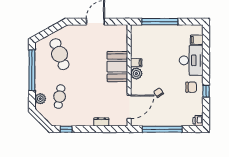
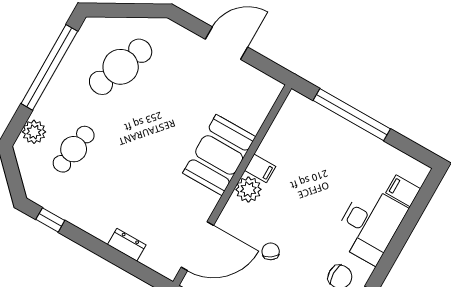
cafe table: (60, 54) -> (121, 67), turned 42

